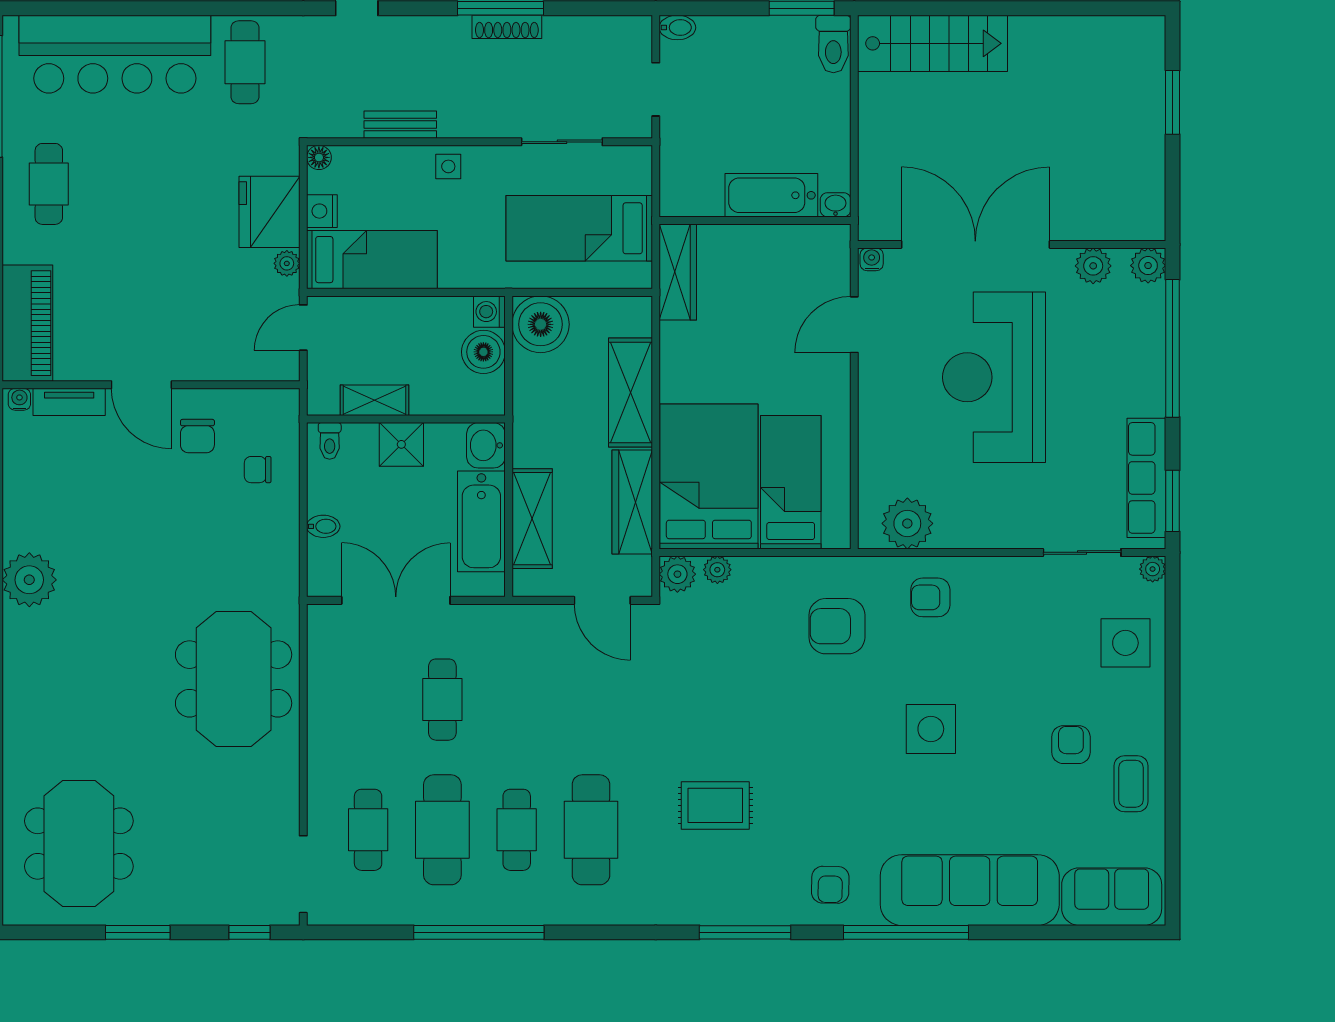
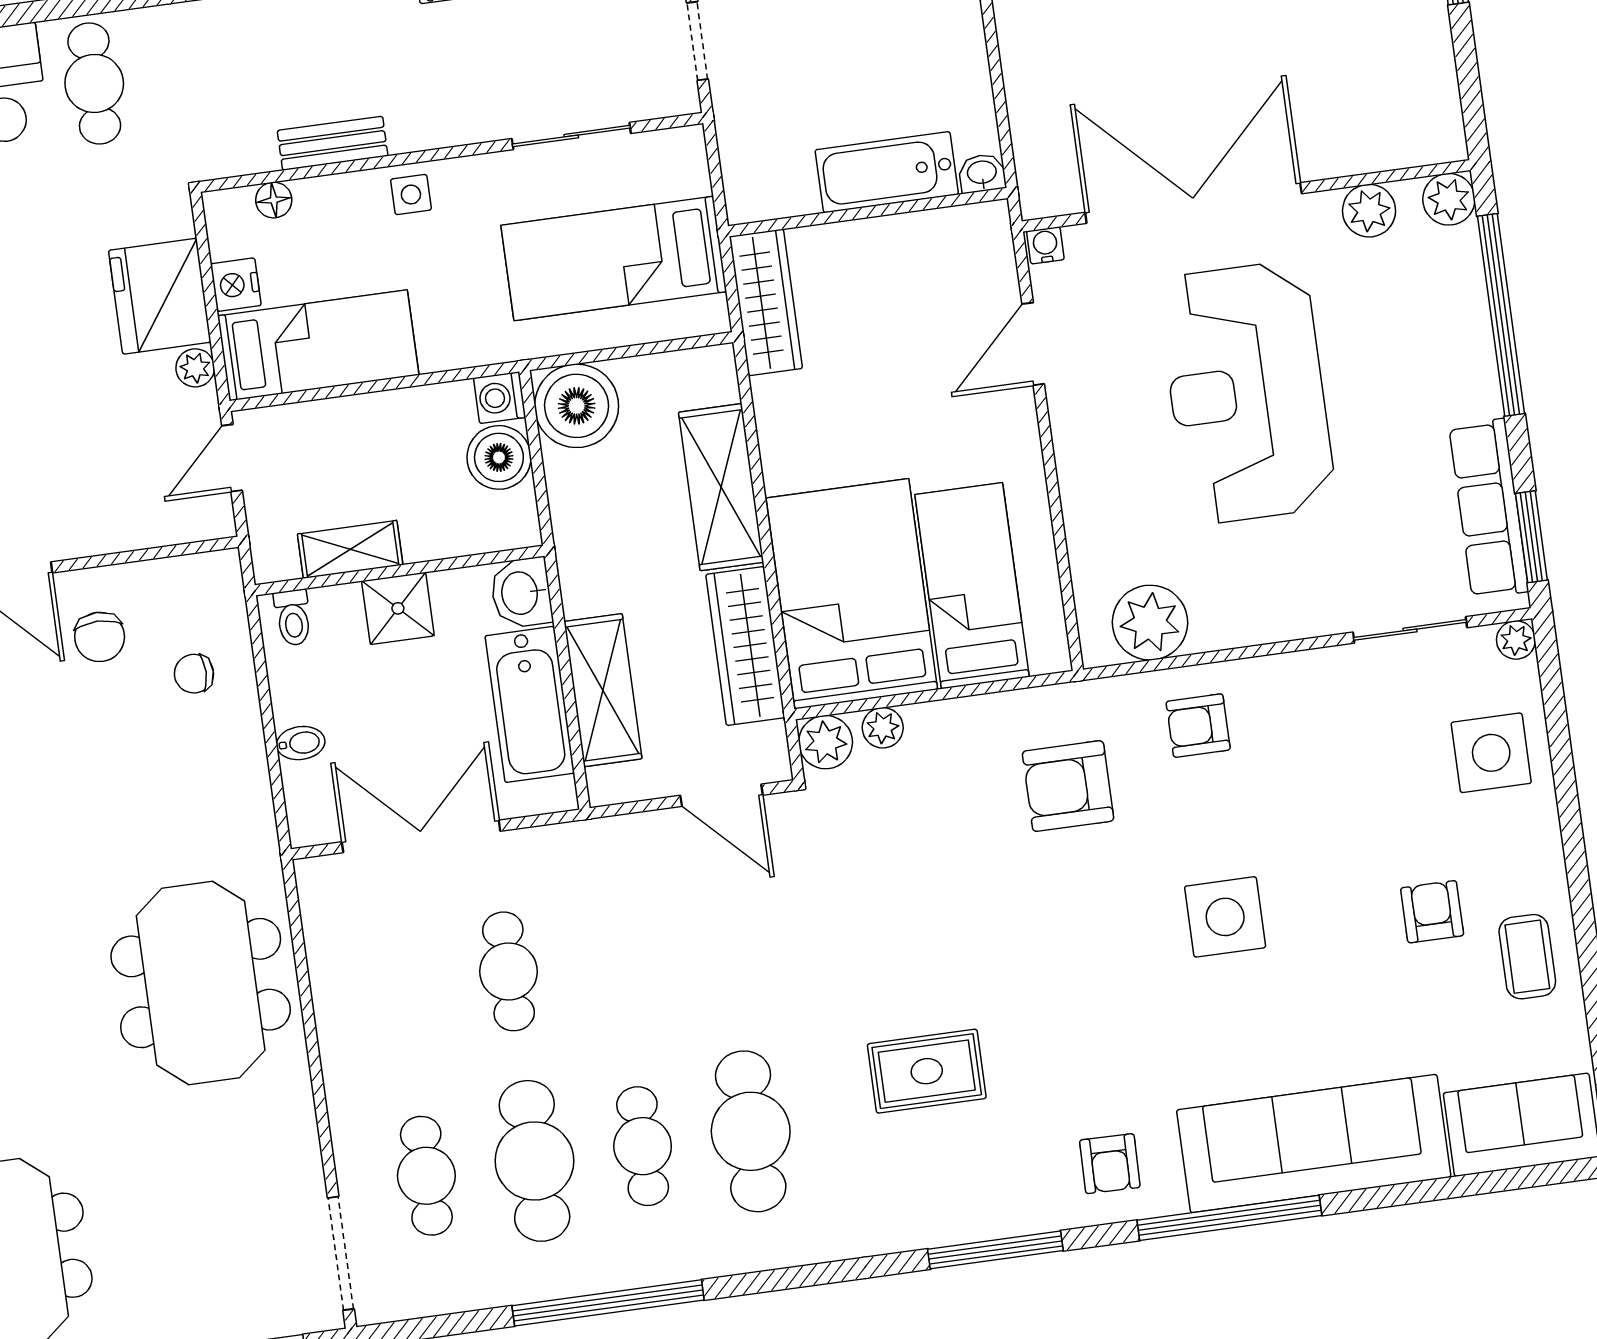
floor lamp: (319, 157) -> (274, 200), moved

